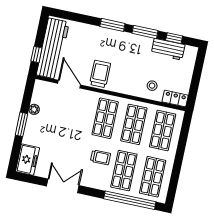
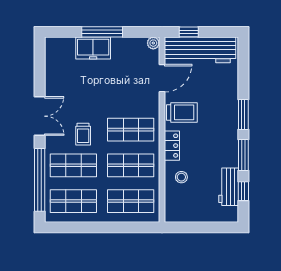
locker: (175, 99) -> (172, 146), moved
plant: (34, 109) -> (153, 43), moved
window: (21, 124) -> (102, 32), width x1.44
freezer: (27, 160) -> (93, 48), moved
double door: (63, 186) -> (40, 116), moved

